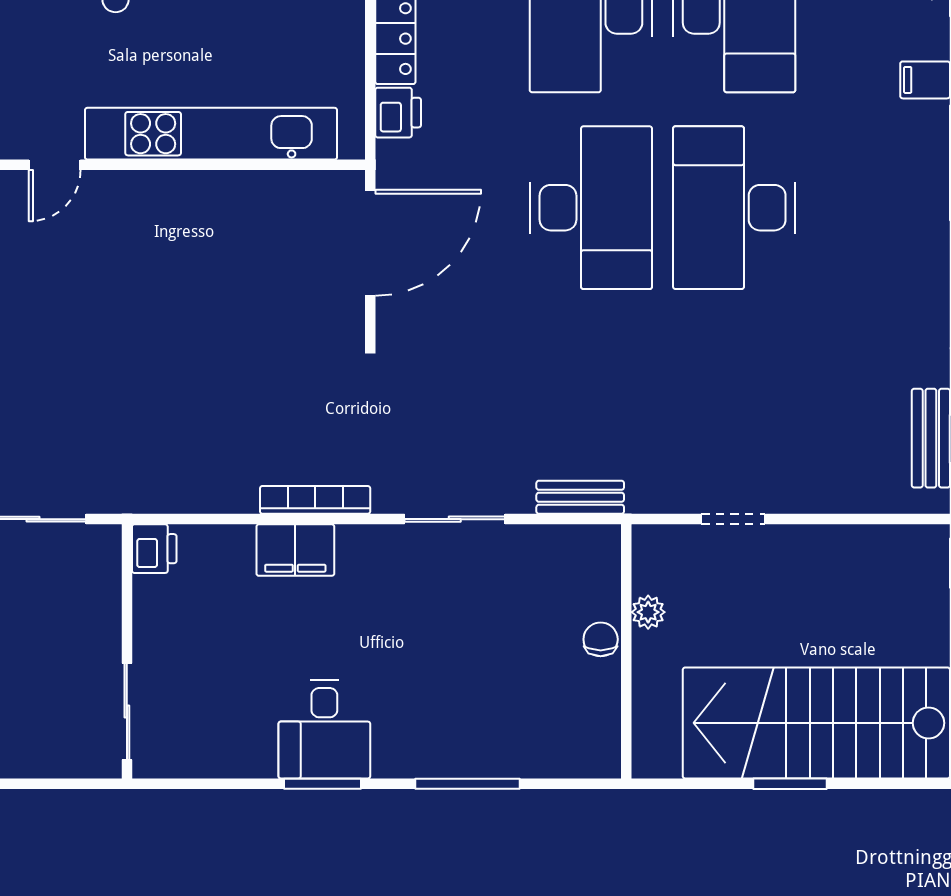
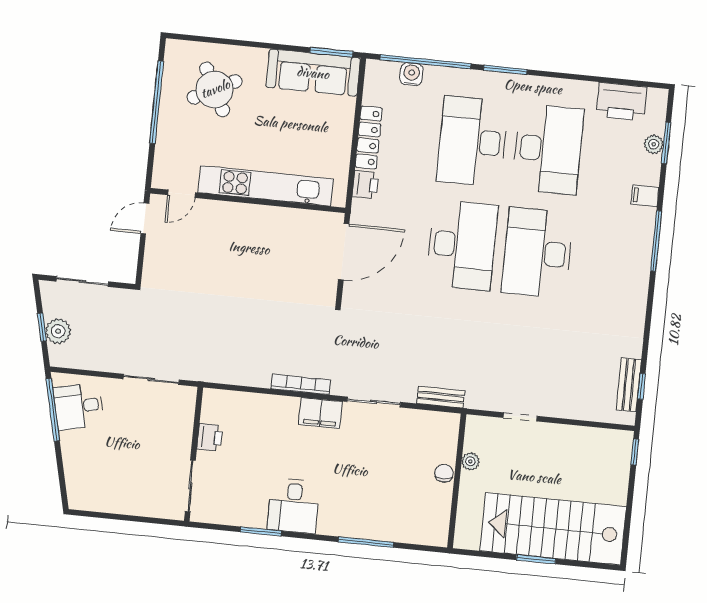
printer: (154, 549) -> (210, 437), moved
filing cabinet: (295, 550) -> (320, 413), moved
window: (323, 784) -> (261, 531), moved

